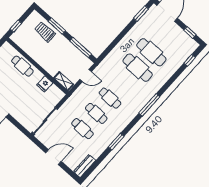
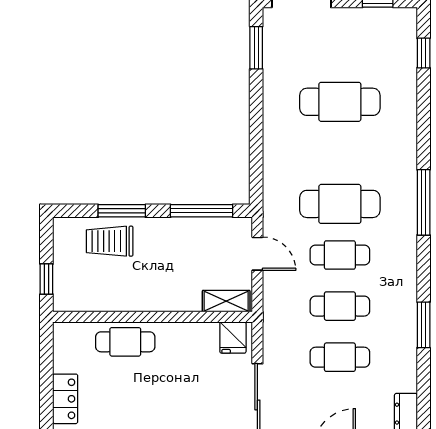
cafe table: (138, 68) -> (340, 204), moved
door: (86, 75) -> (257, 254), hinge flipped
fridge: (45, 84) -> (233, 338), moved

